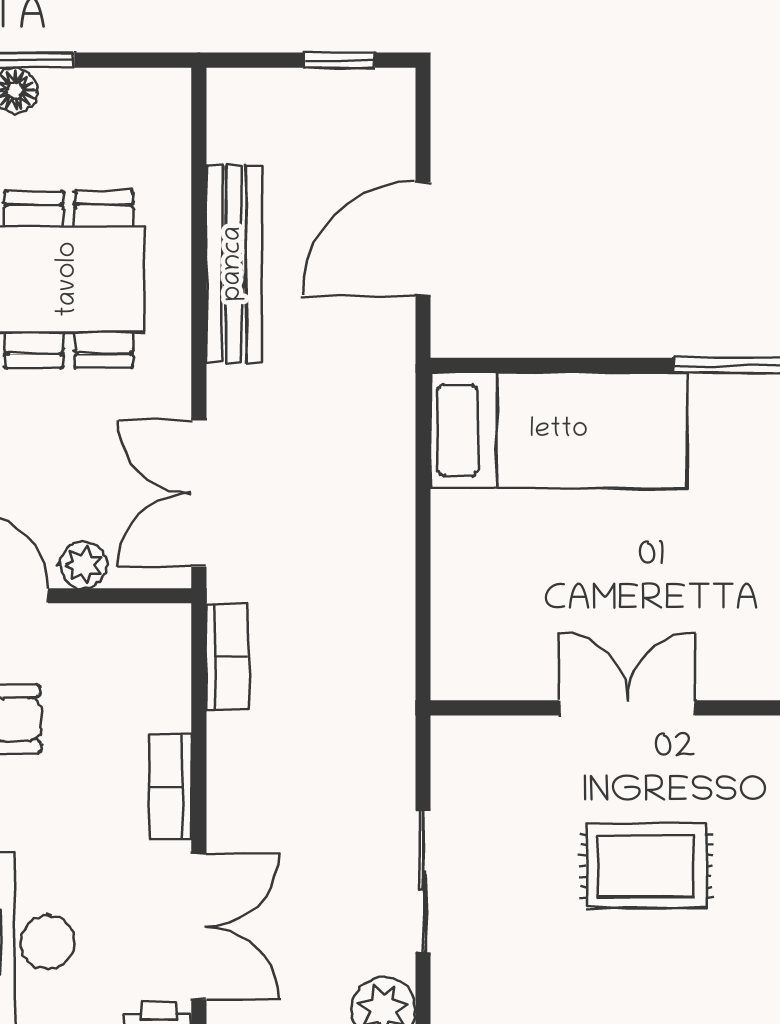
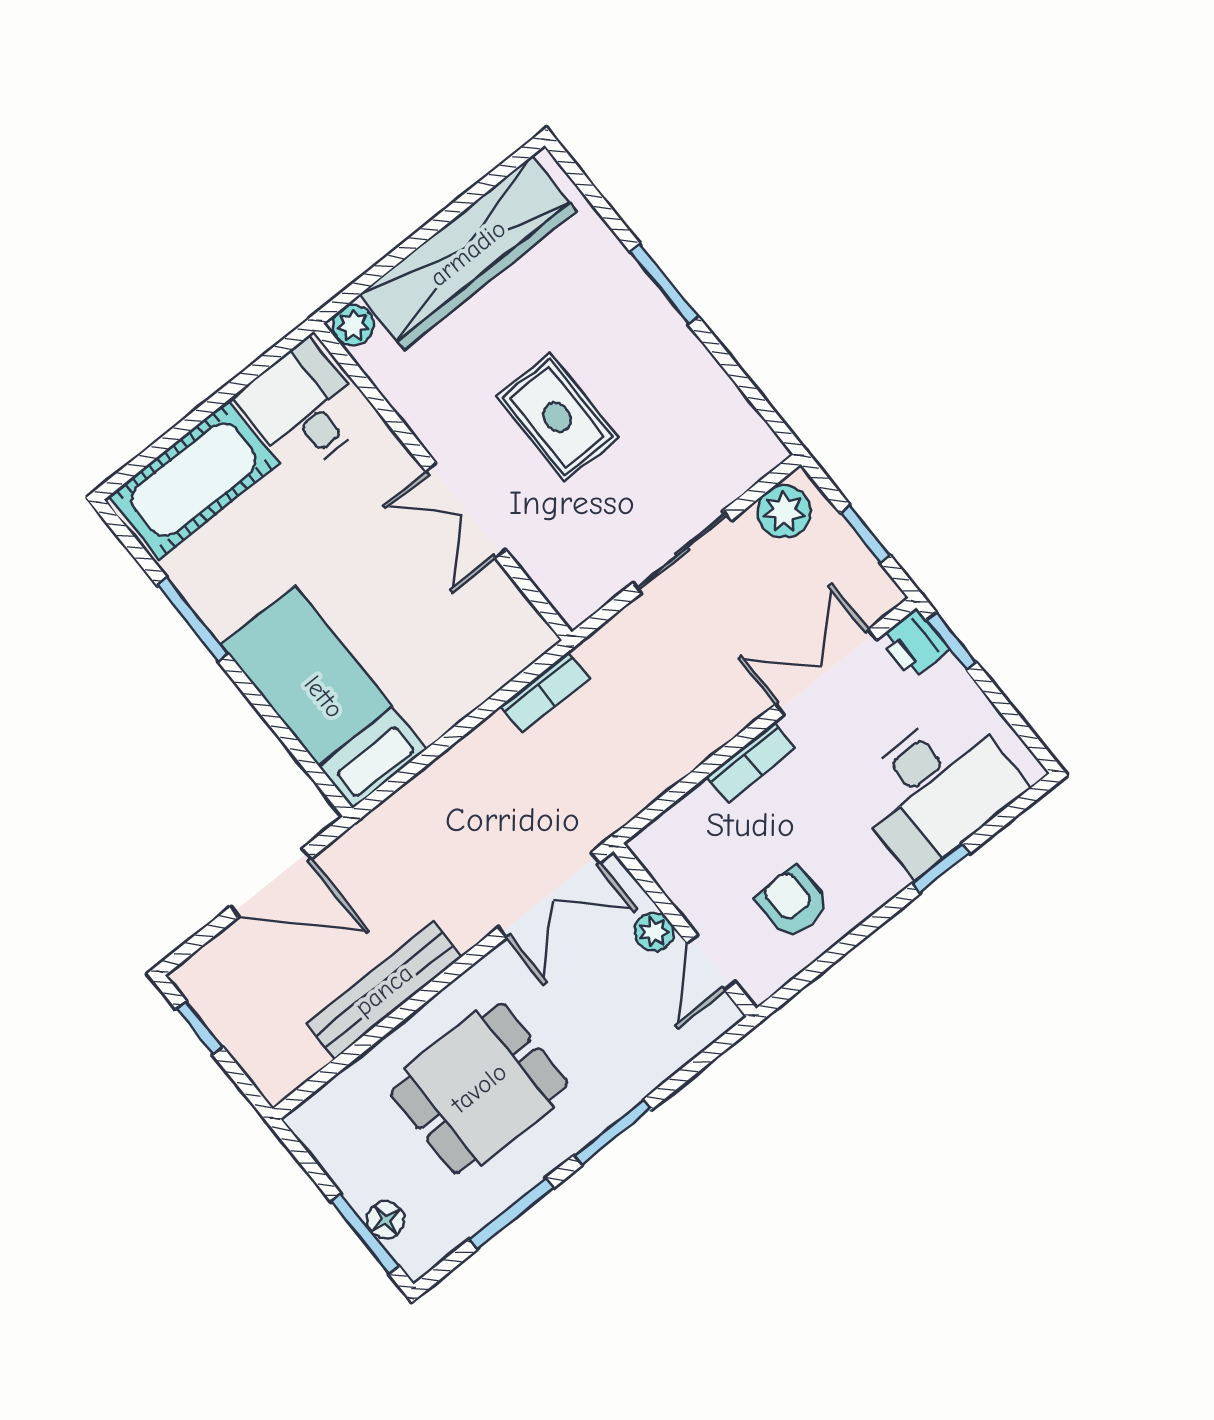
bookcase: (227, 657) -> (544, 692), moved, turned 180

